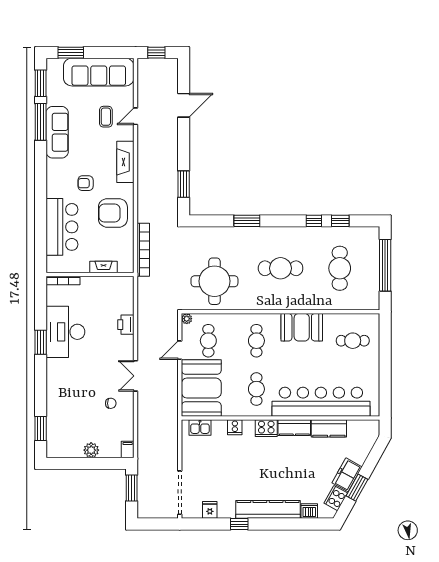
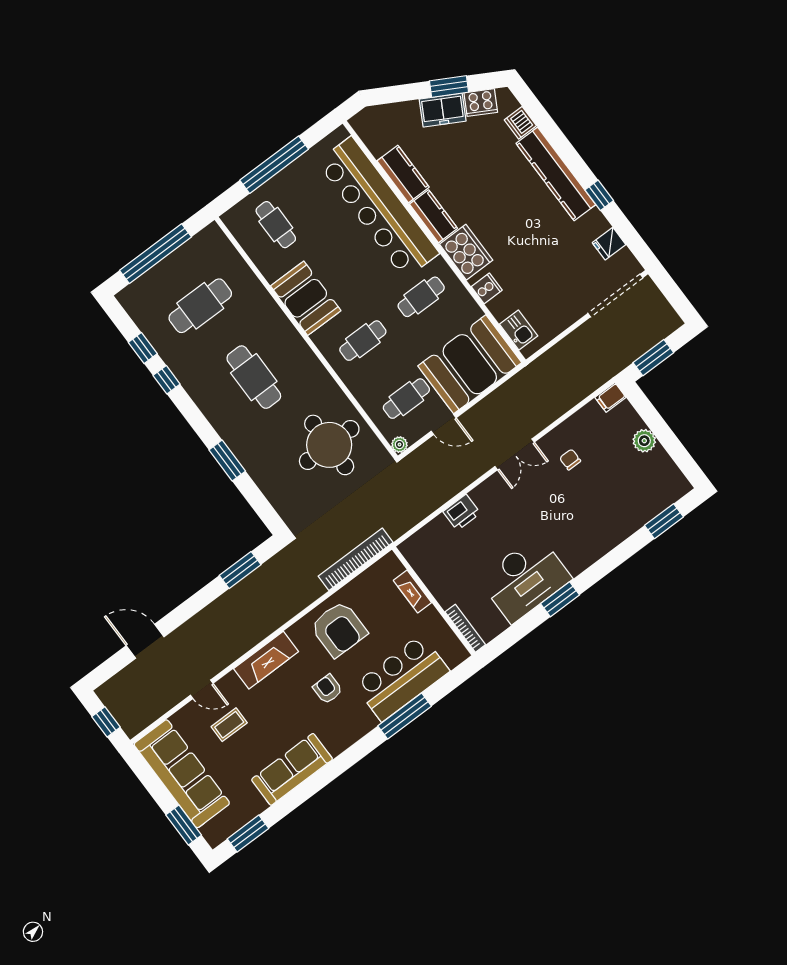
window: (41, 122) -> (405, 716), moved
armchair: (86, 183) -> (328, 689), turned 180
window: (385, 364) -> (274, 165), added
cooker: (266, 428) -> (466, 252), width x1.37, depth x1.31

